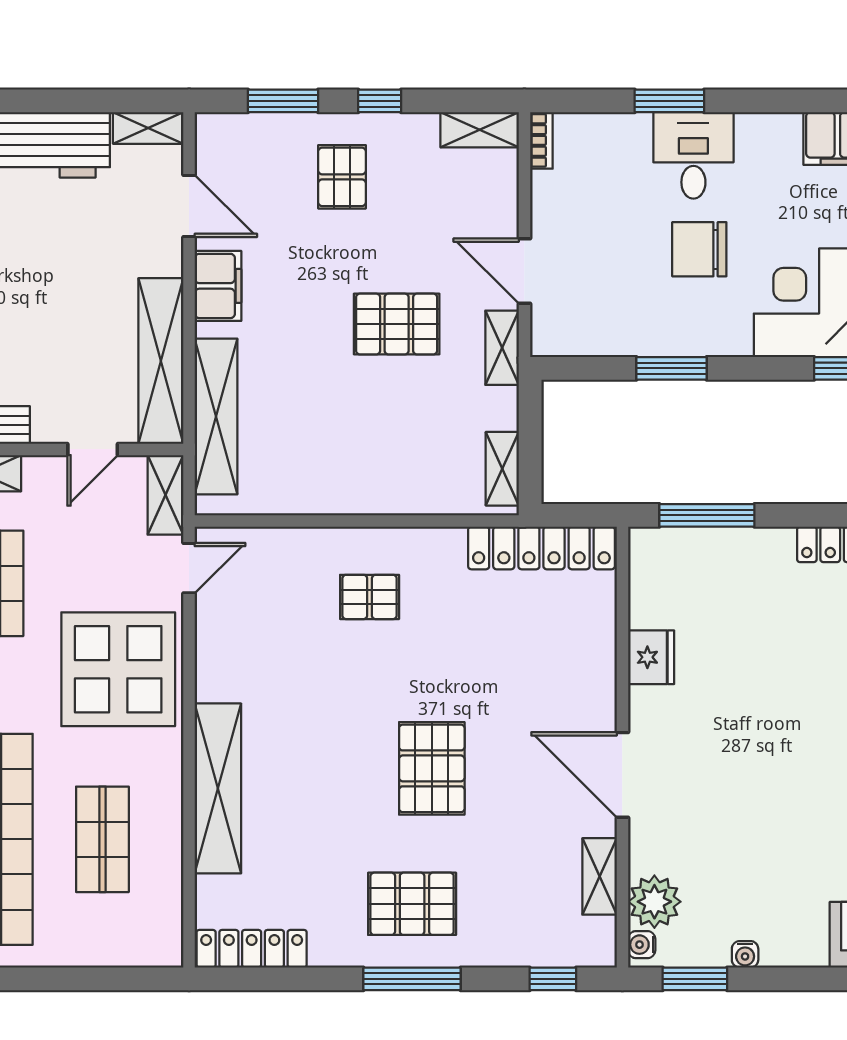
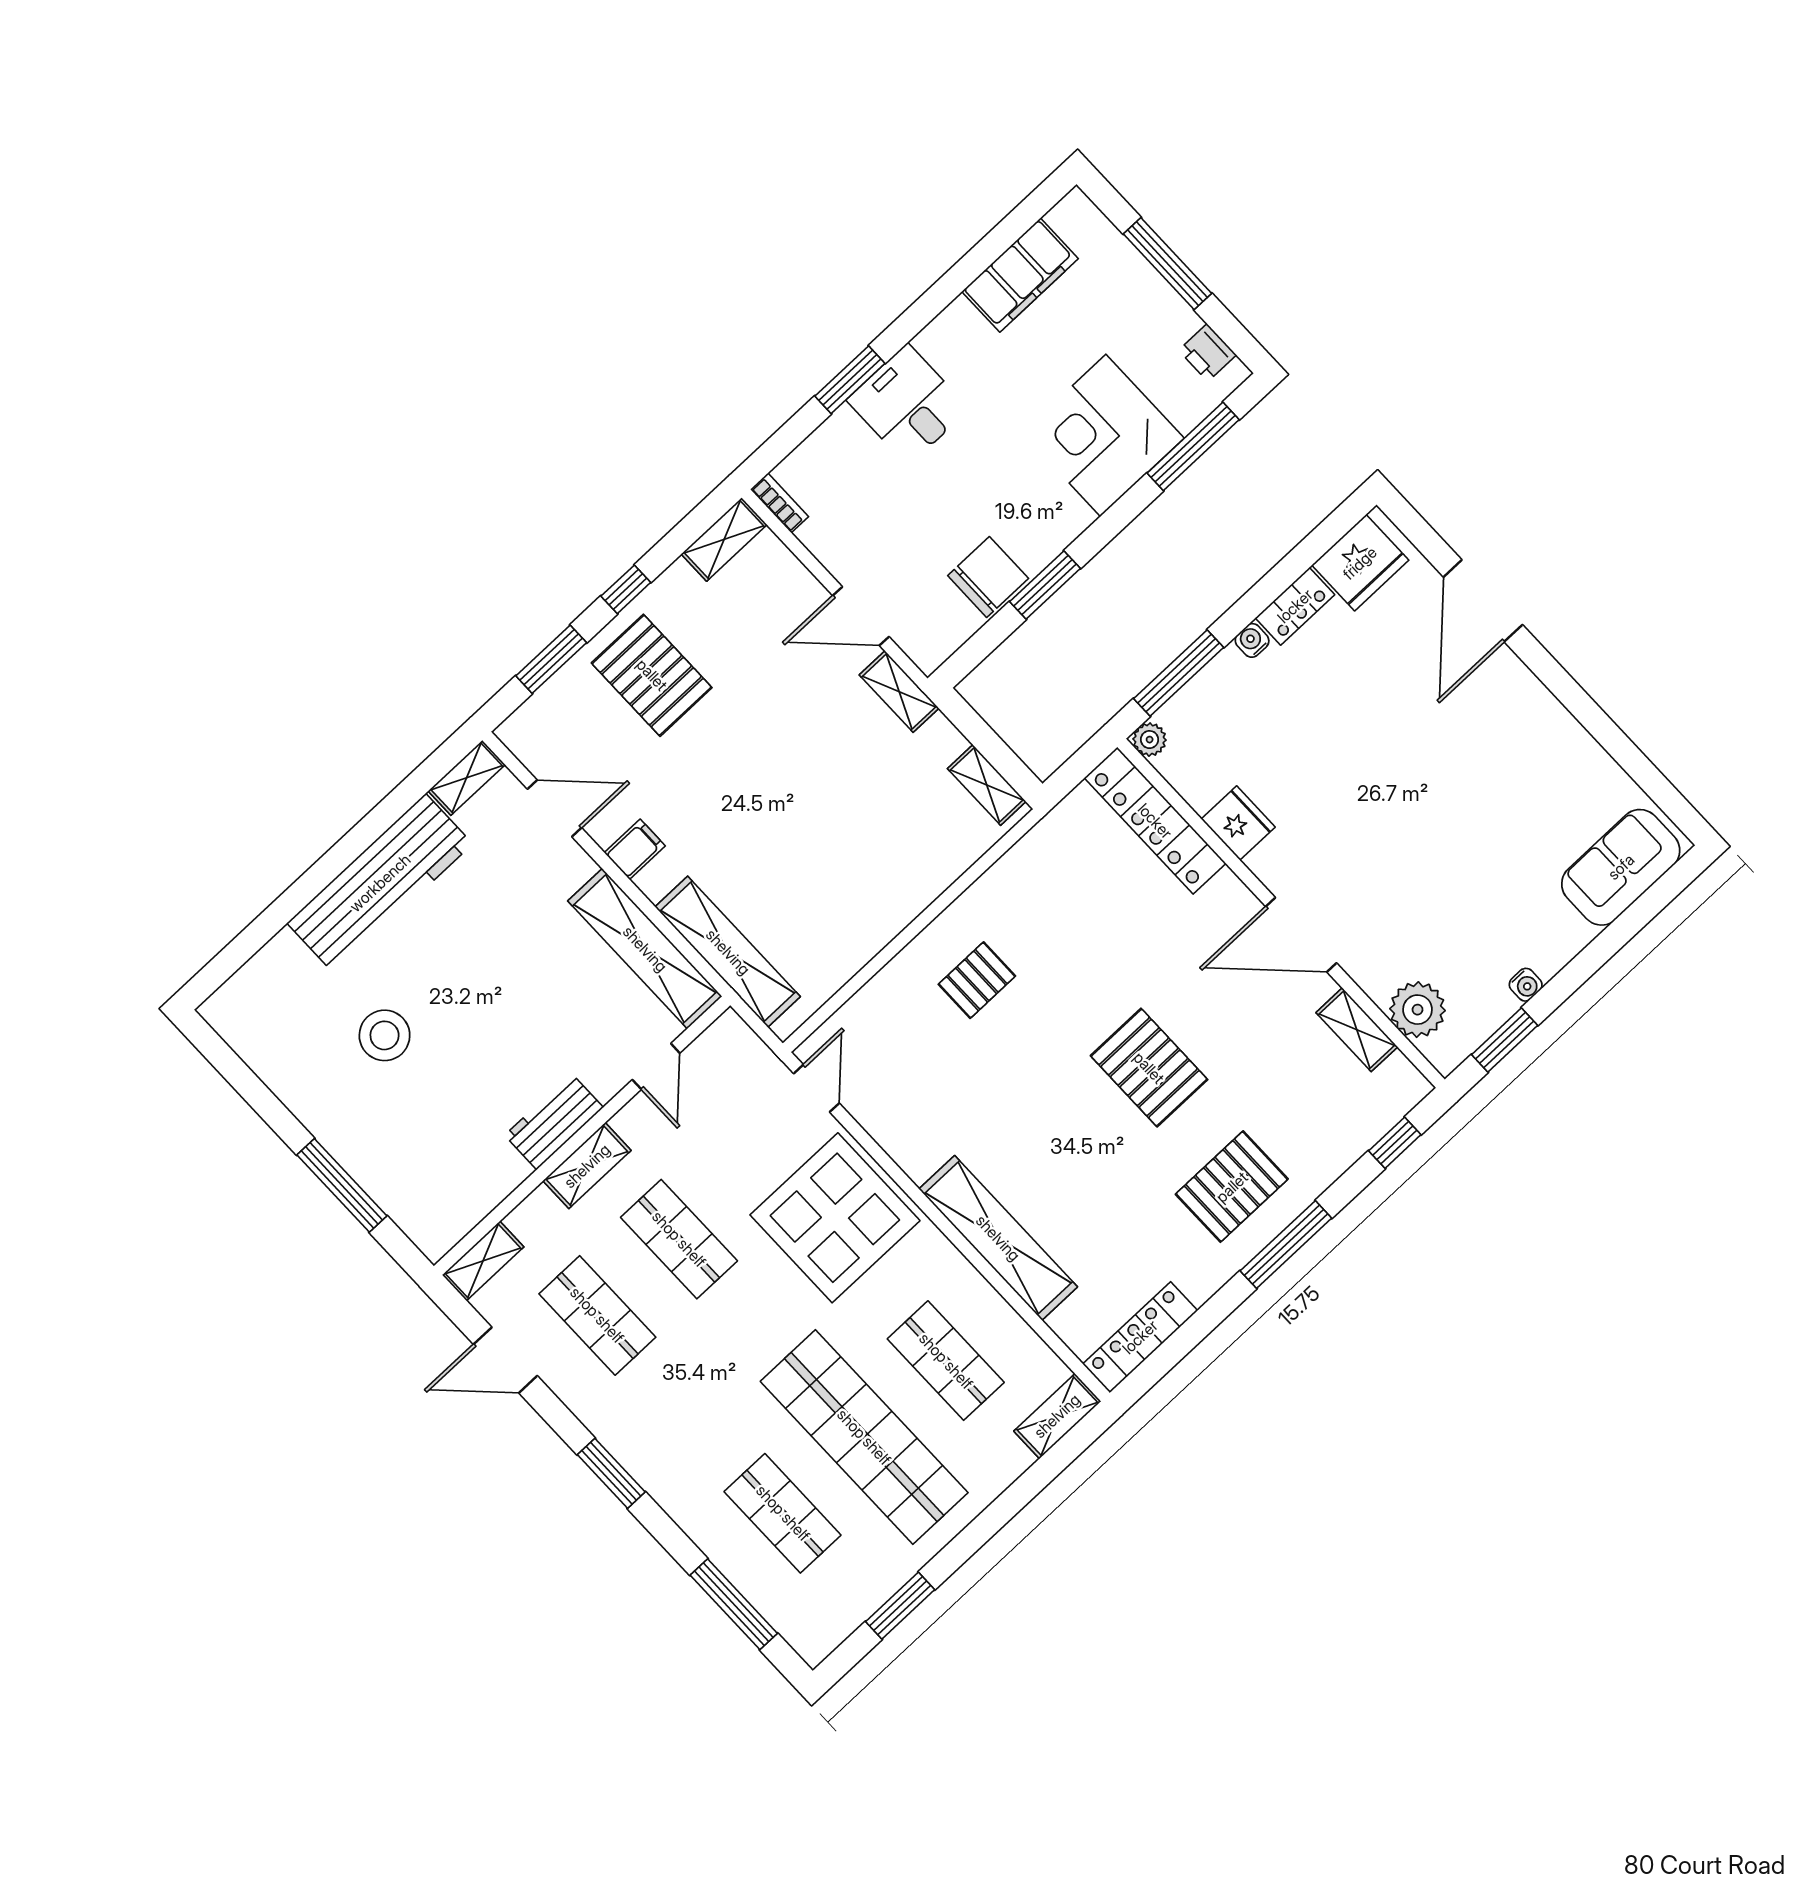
pallet: (342, 177) -> (652, 675), width x1.50, depth x1.42
chair: (699, 249) -> (988, 577), moved, turned 180
filing cabinet: (218, 286) -> (635, 849), width x0.50
pallet: (397, 324) -> (800, 750), removed
shelving: (166, 495) -> (1057, 1416), moved, turned 90
plant: (644, 542) -> (1150, 740), added
locker: (541, 548) -> (1155, 821), moved, turned 90
water cooler: (642, 945) -> (1252, 640), moved, turned 90

